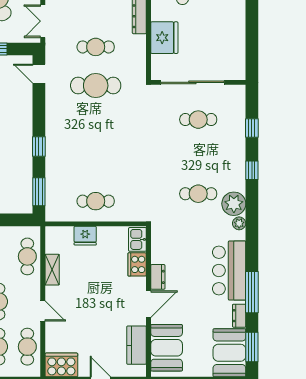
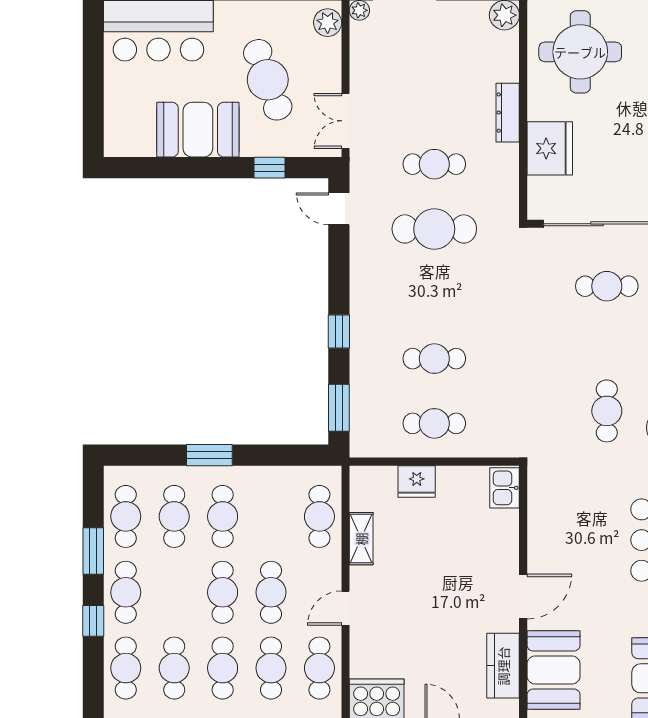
cafe table: (96, 163) -> (434, 359), added
cafe table: (198, 194) -> (607, 411), turned 90
cooker: (137, 264) -> (504, 530), removed
dresser: (158, 277) -> (539, 551), removed
door: (43, 311) -> (345, 608), swing flipped

